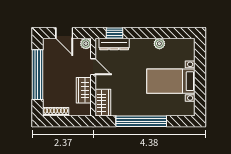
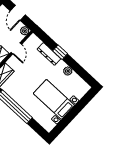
window: (115, 33) -> (60, 52), moved
dresser: (114, 44) -> (49, 54), moved

